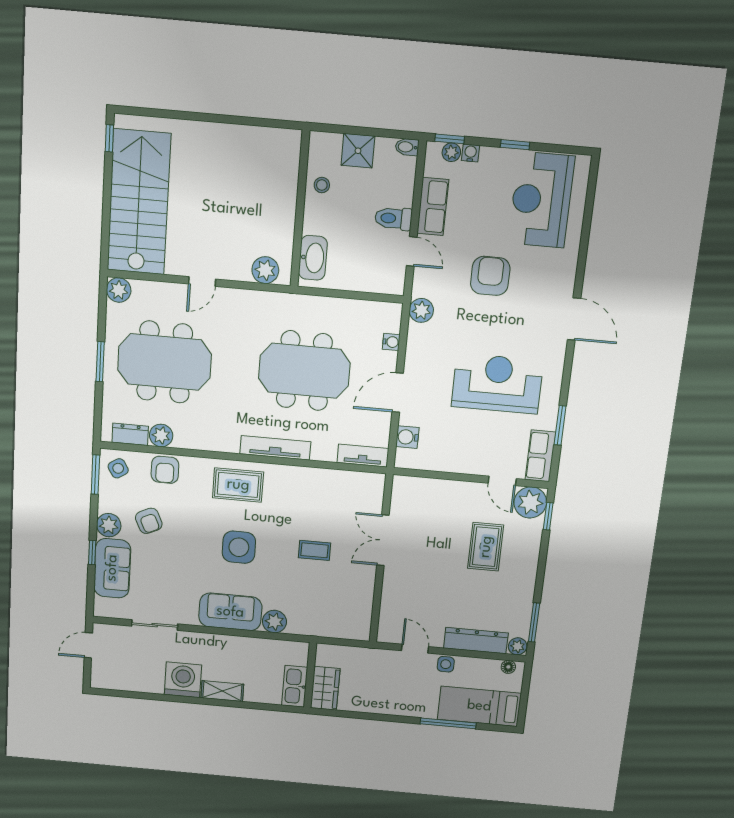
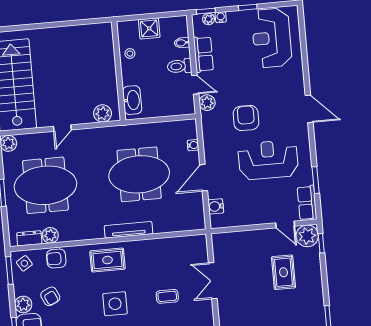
bidet: (407, 147) -> (182, 43), moved
armchair: (490, 276) -> (246, 118), moved
plant: (421, 310) -> (207, 103), moved
tv unit: (363, 456) -> (188, 224), removed
armchair: (165, 470) -> (56, 259), turned 90

